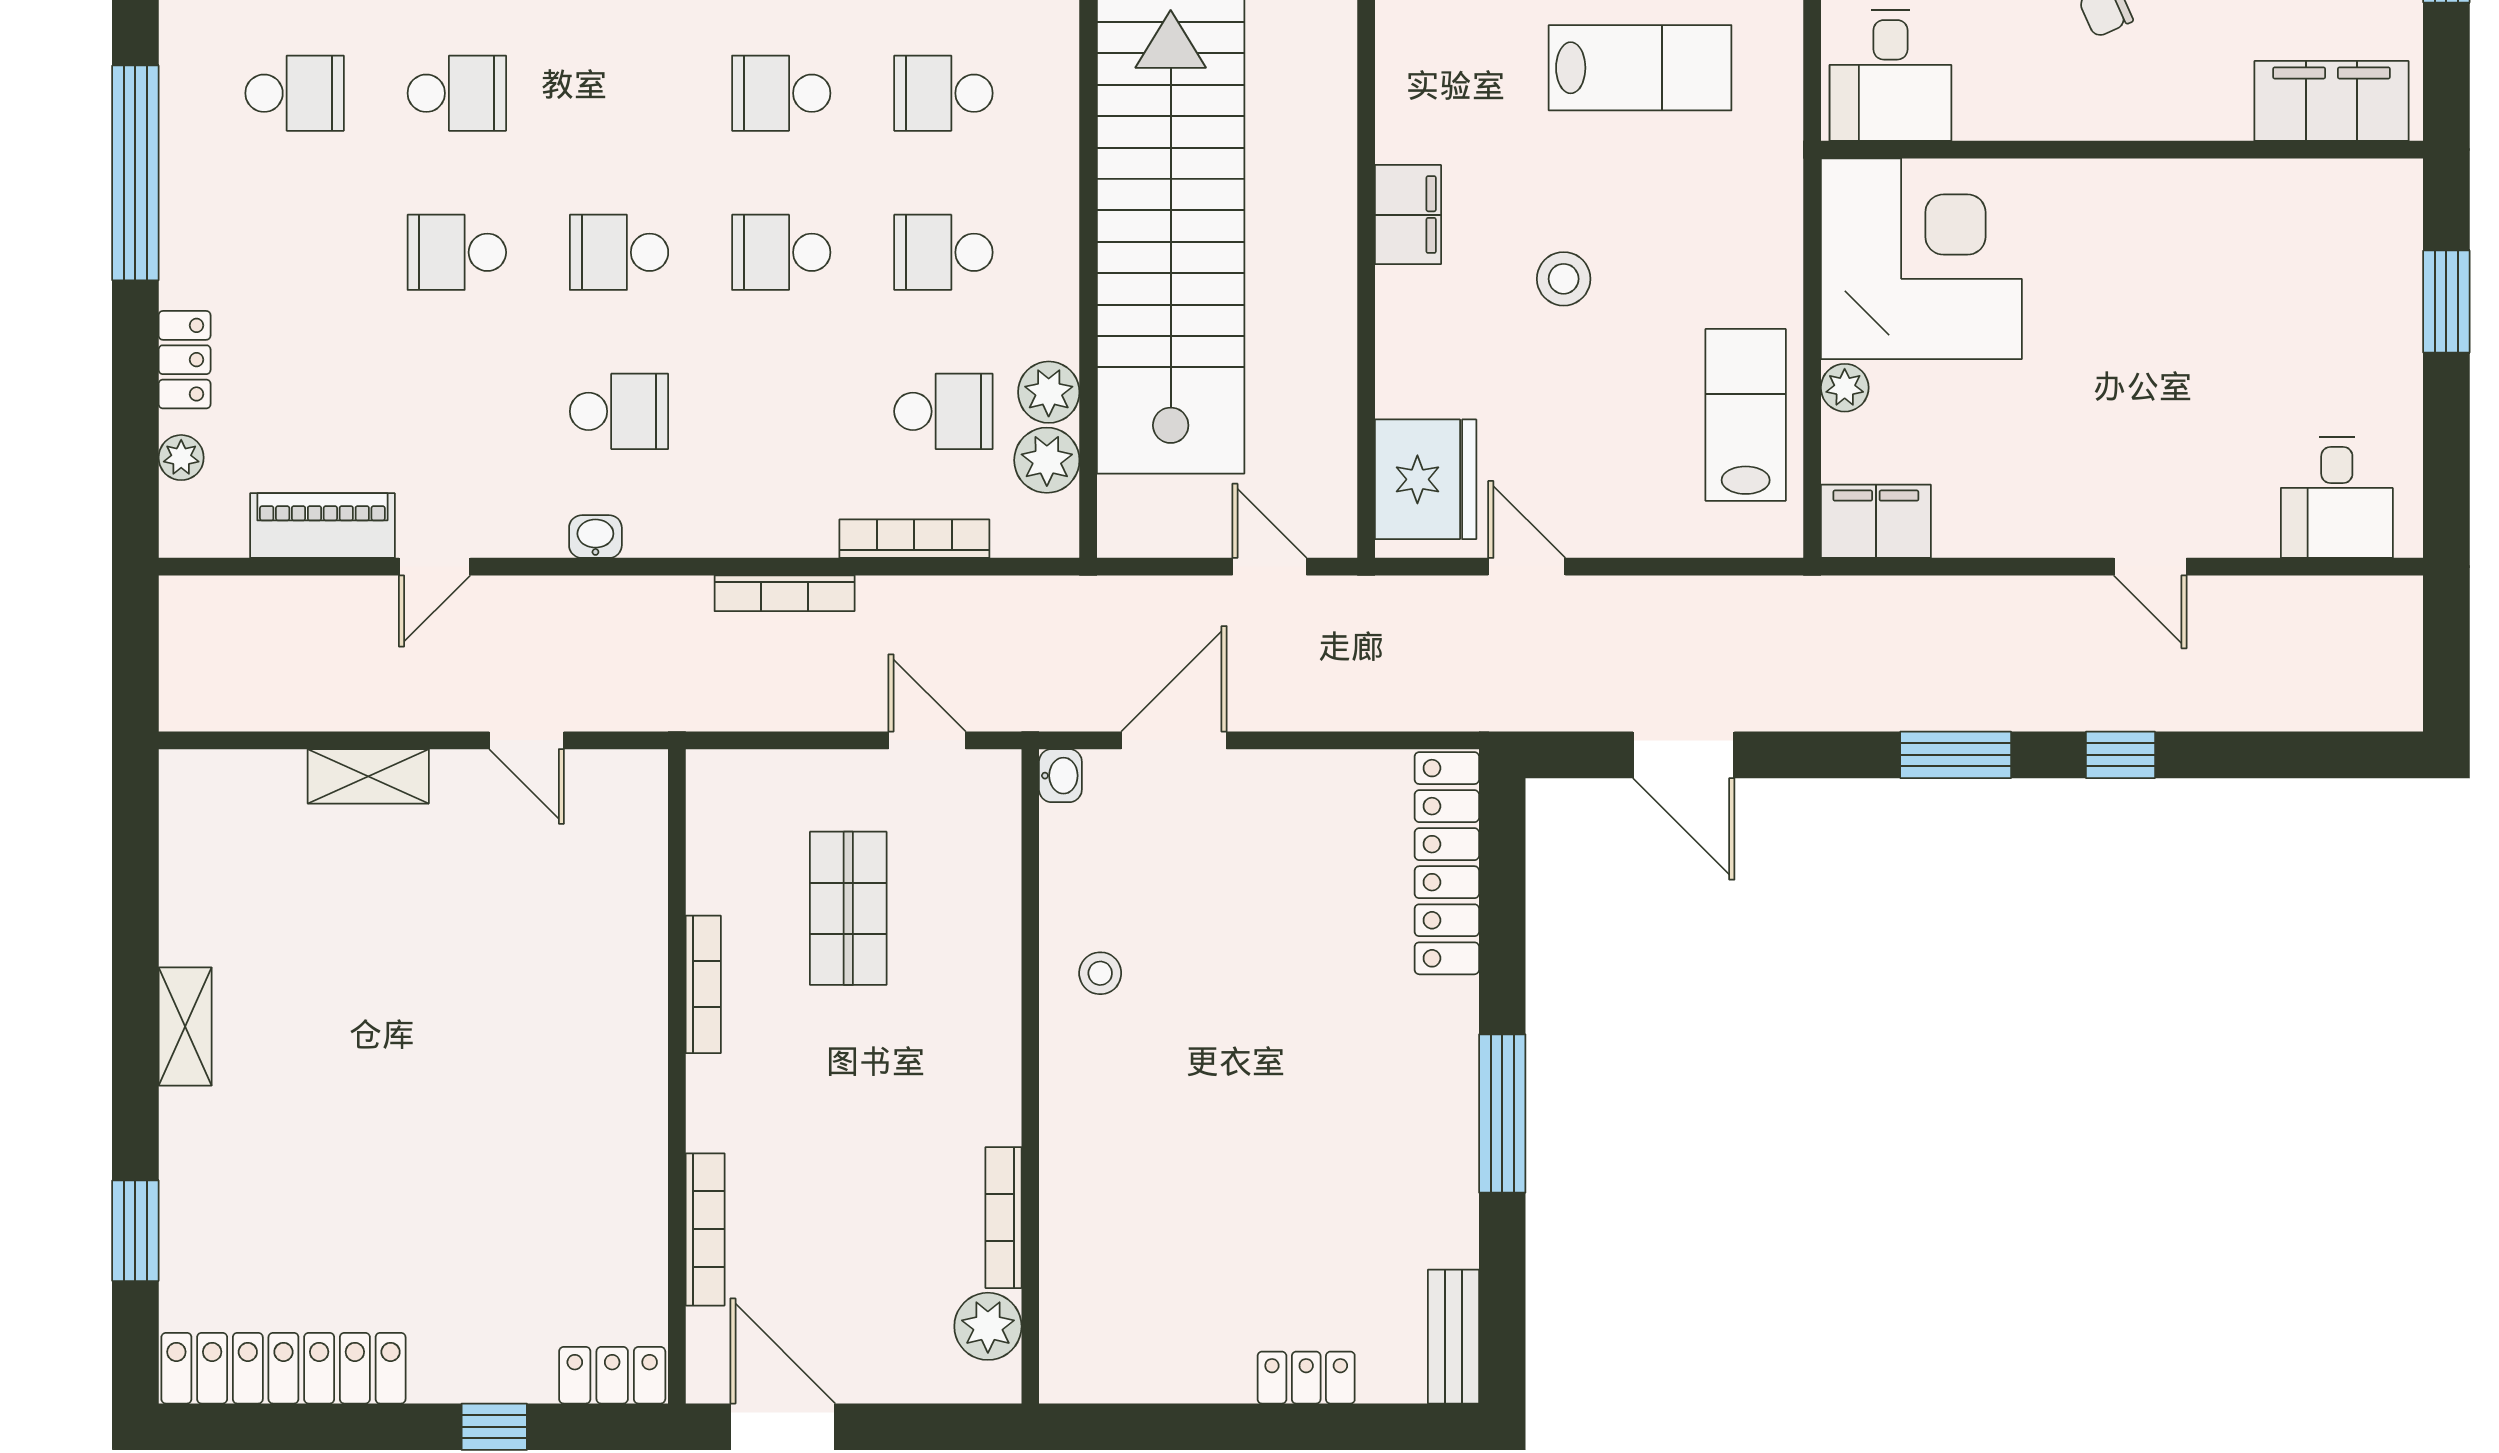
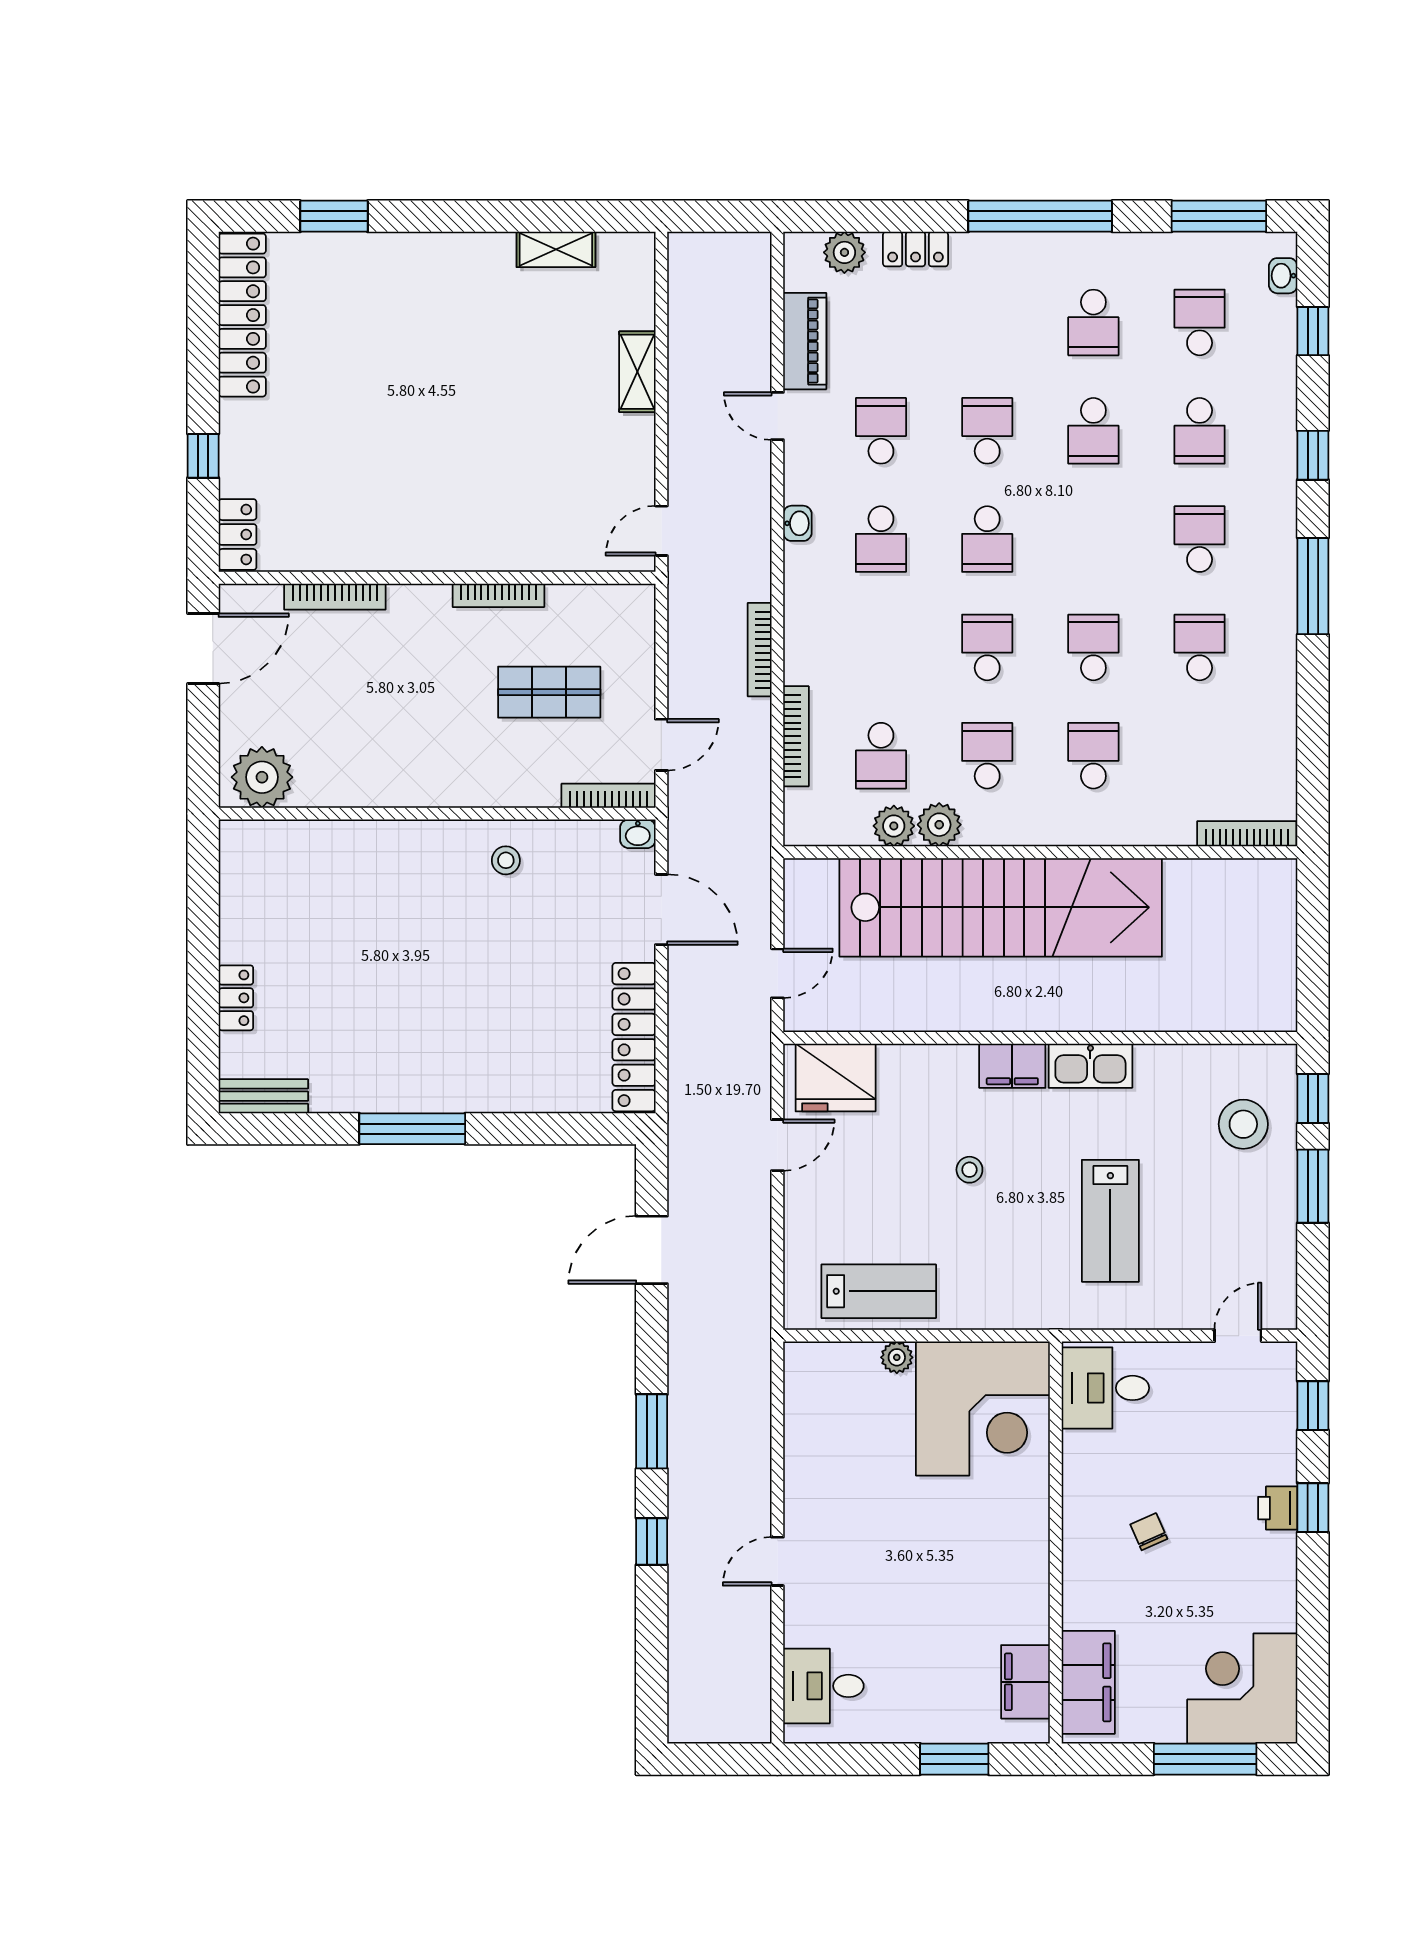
kitchen sink: (1408, 98) -> (1090, 1066), added
school desk: (619, 252) -> (987, 539), turned 180
stool: (1564, 279) -> (969, 1170), width x0.73, depth x0.73
school desk: (457, 411) -> (881, 431), added
plant: (181, 458) -> (844, 252), width x1.38, depth x1.38
plant: (1047, 460) -> (939, 825), moved
filing cabinet: (1876, 521) -> (1025, 1682), moved, turned 180
door: (527, 740) -> (661, 531), moved
locker: (1447, 863) -> (634, 1037), moved, turned -90
shelving: (185, 1026) -> (556, 249), moved
bookcase: (1004, 1218) -> (608, 796), moved
plant: (988, 1326) -> (262, 777), width x1.36, depth x1.36

